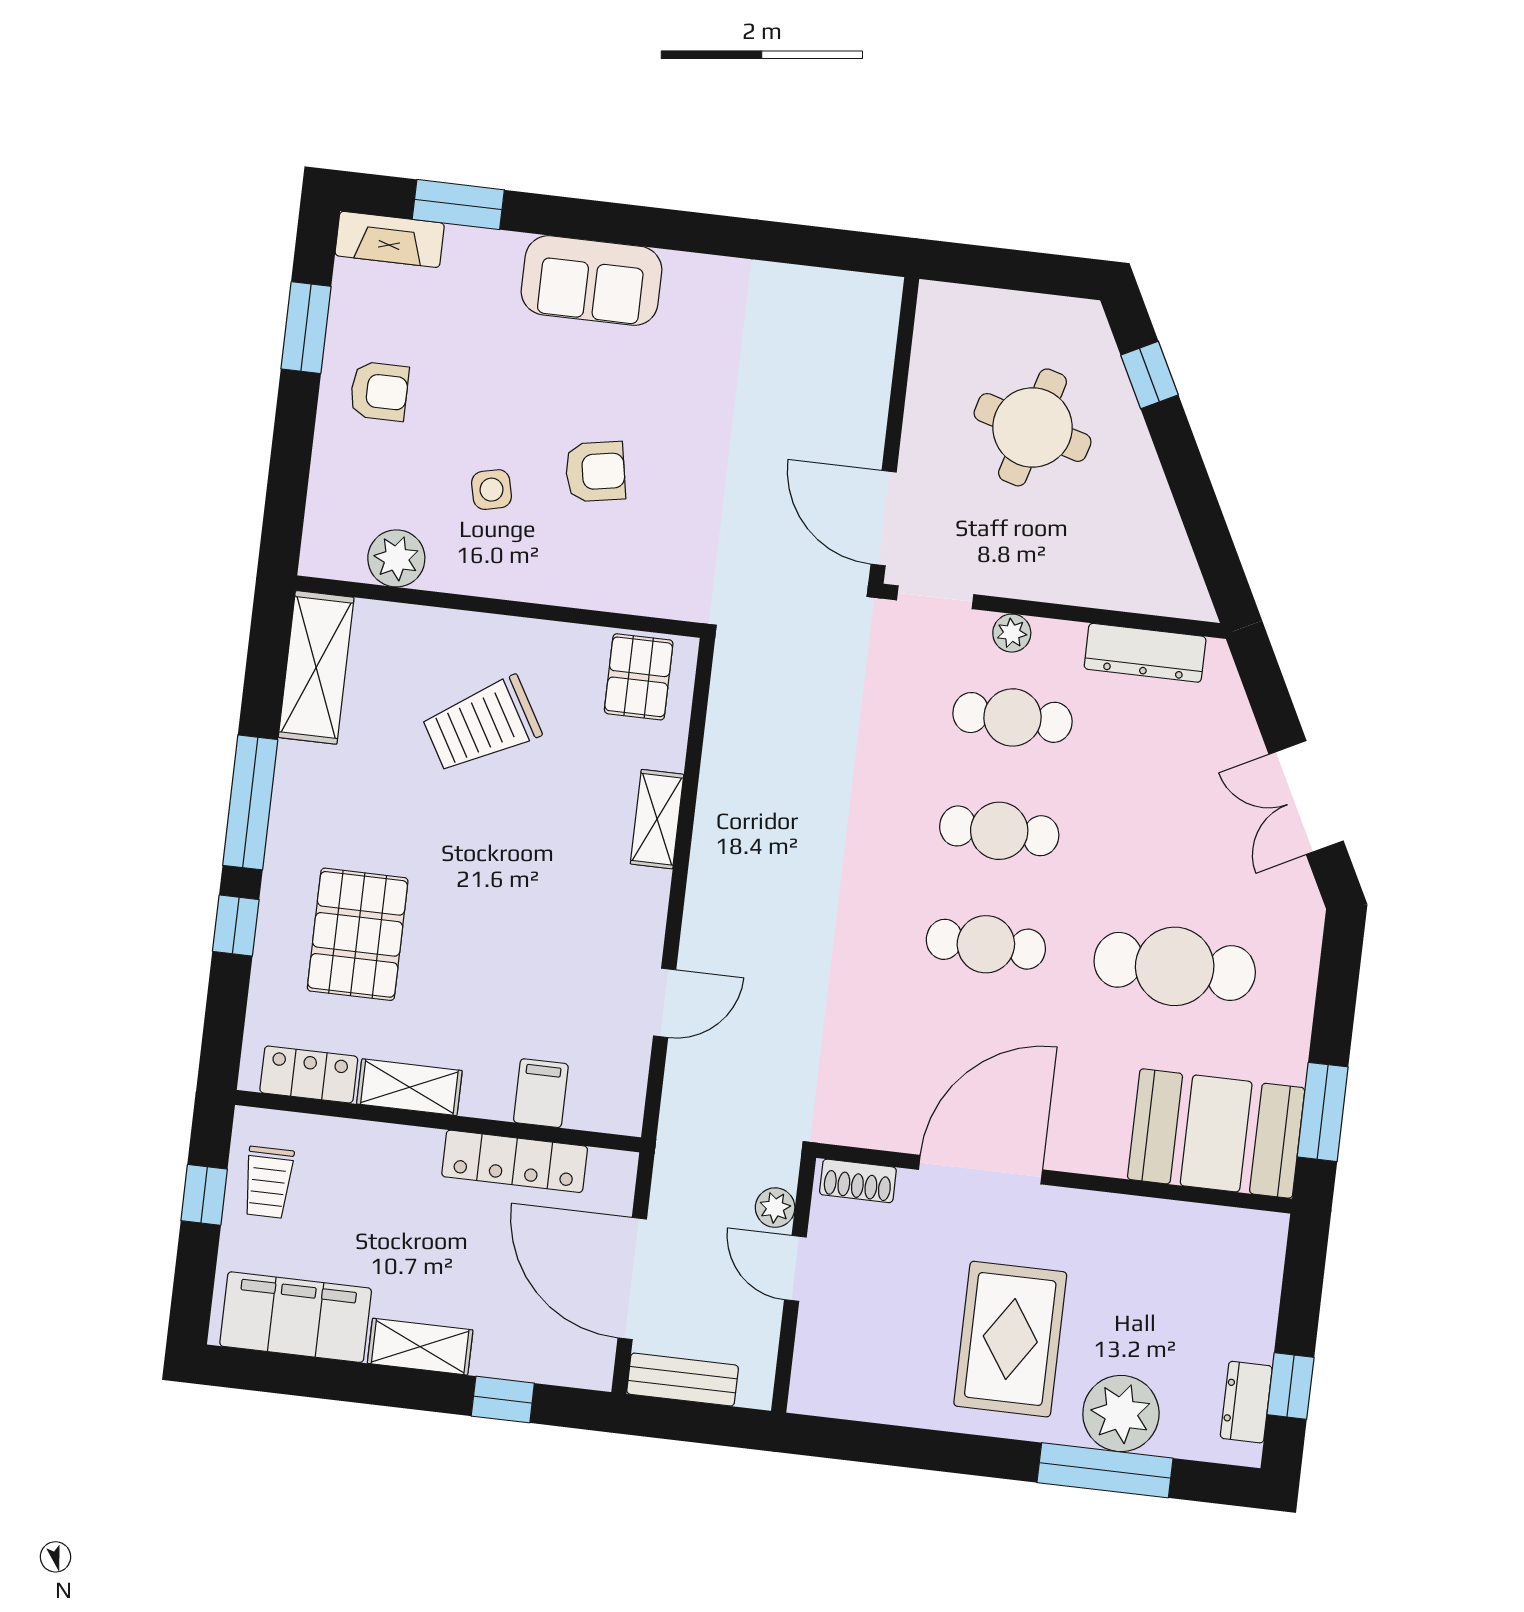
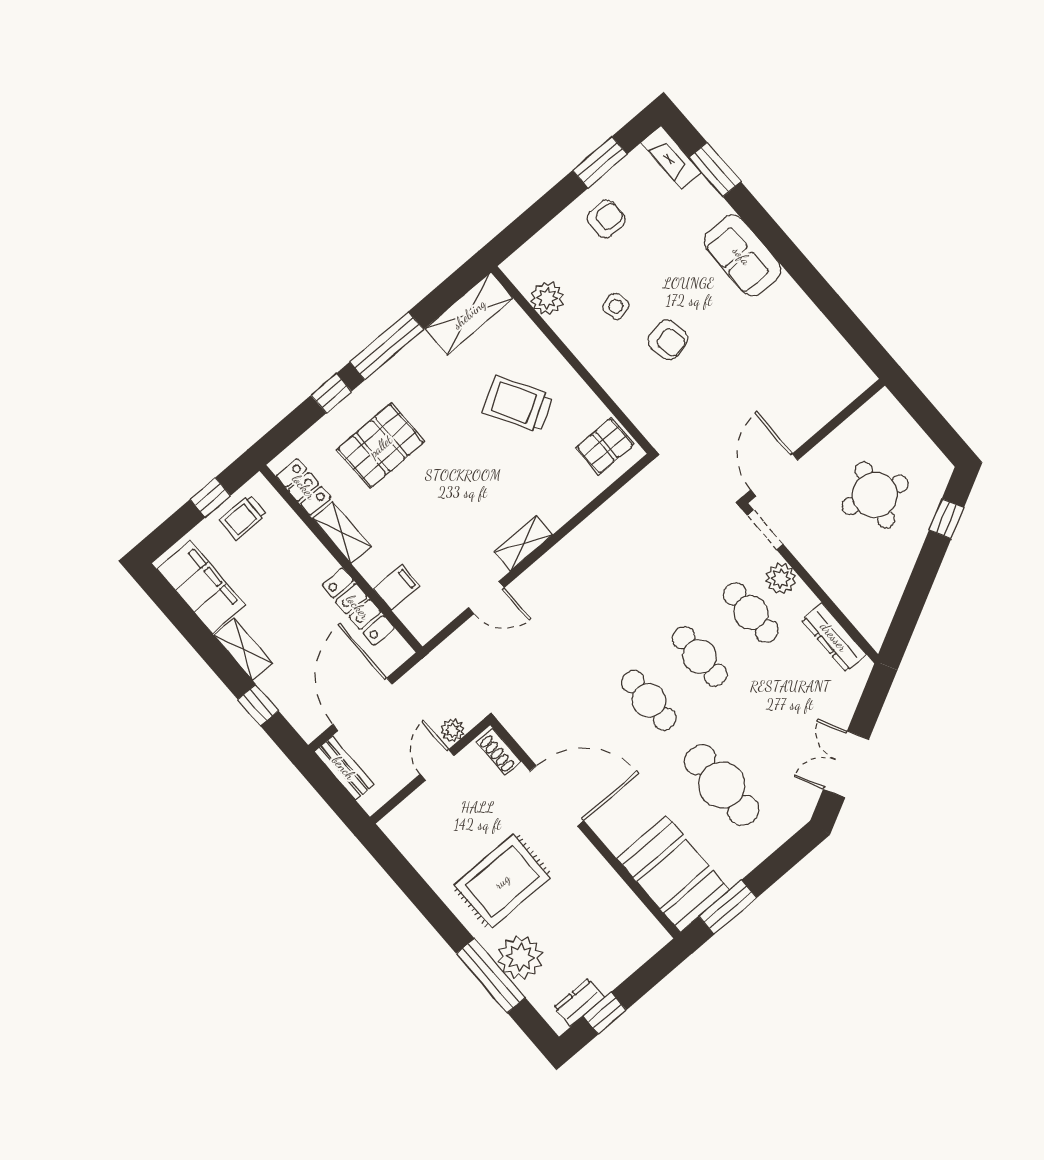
armchair: (379, 391) -> (606, 219), turned -90
plant: (1012, 633) -> (781, 578), width x1.38, depth x1.38
shelving: (657, 819) -> (523, 543), moved

